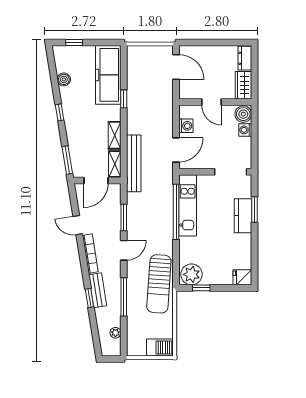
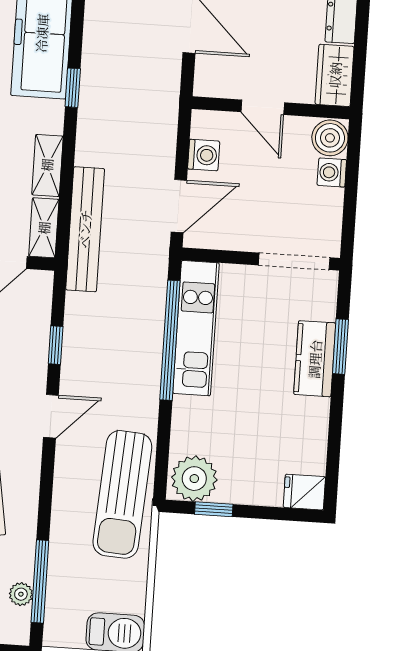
window: (124, 217) -> (56, 345), width x0.67
window: (124, 297) -> (40, 581), moved

